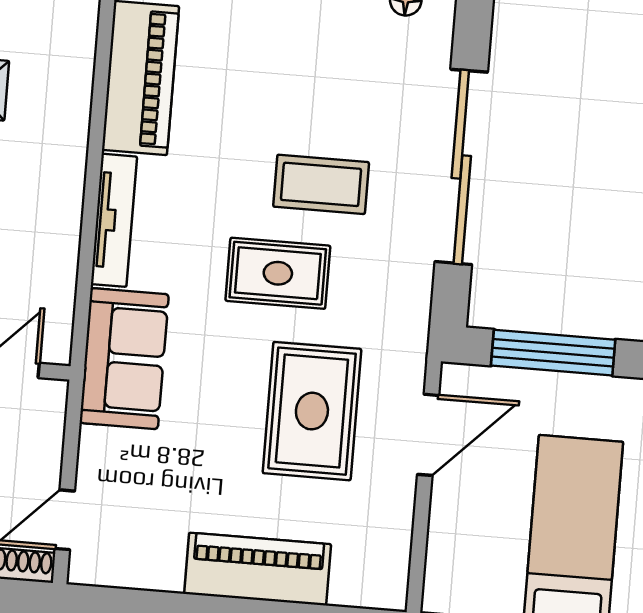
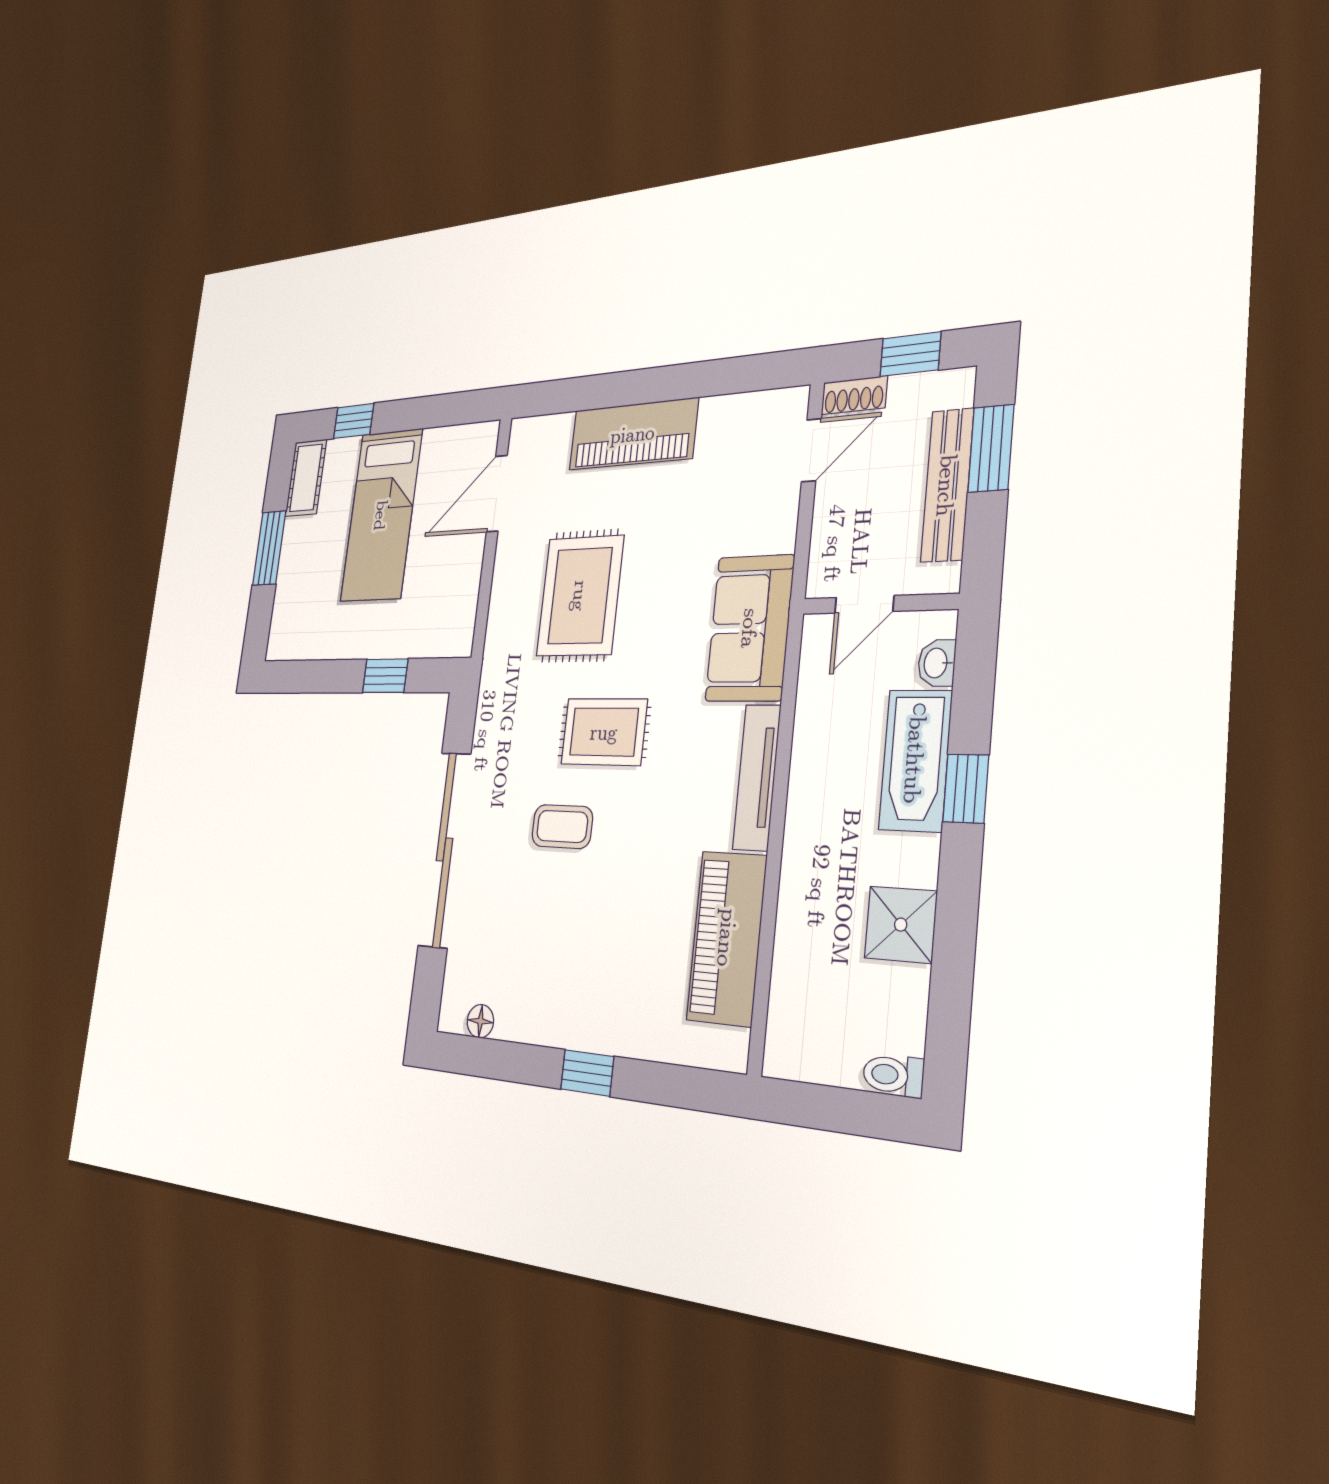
coffee table: (321, 184) -> (562, 826), width x0.73, depth x0.77
window: (553, 353) -> (385, 676), width x0.46
door: (428, 435) -> (497, 494), moved

